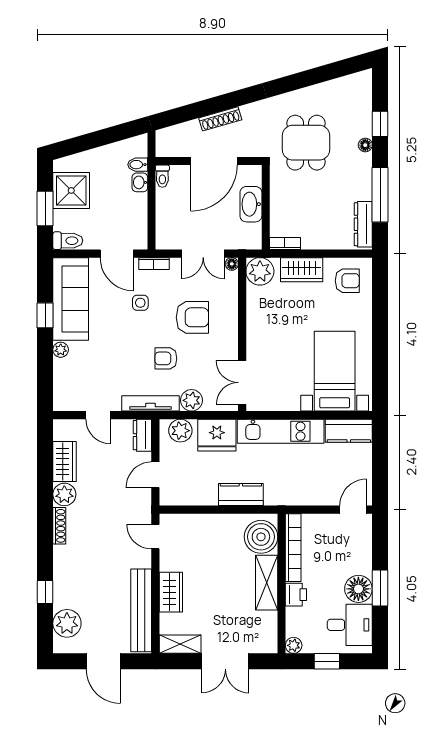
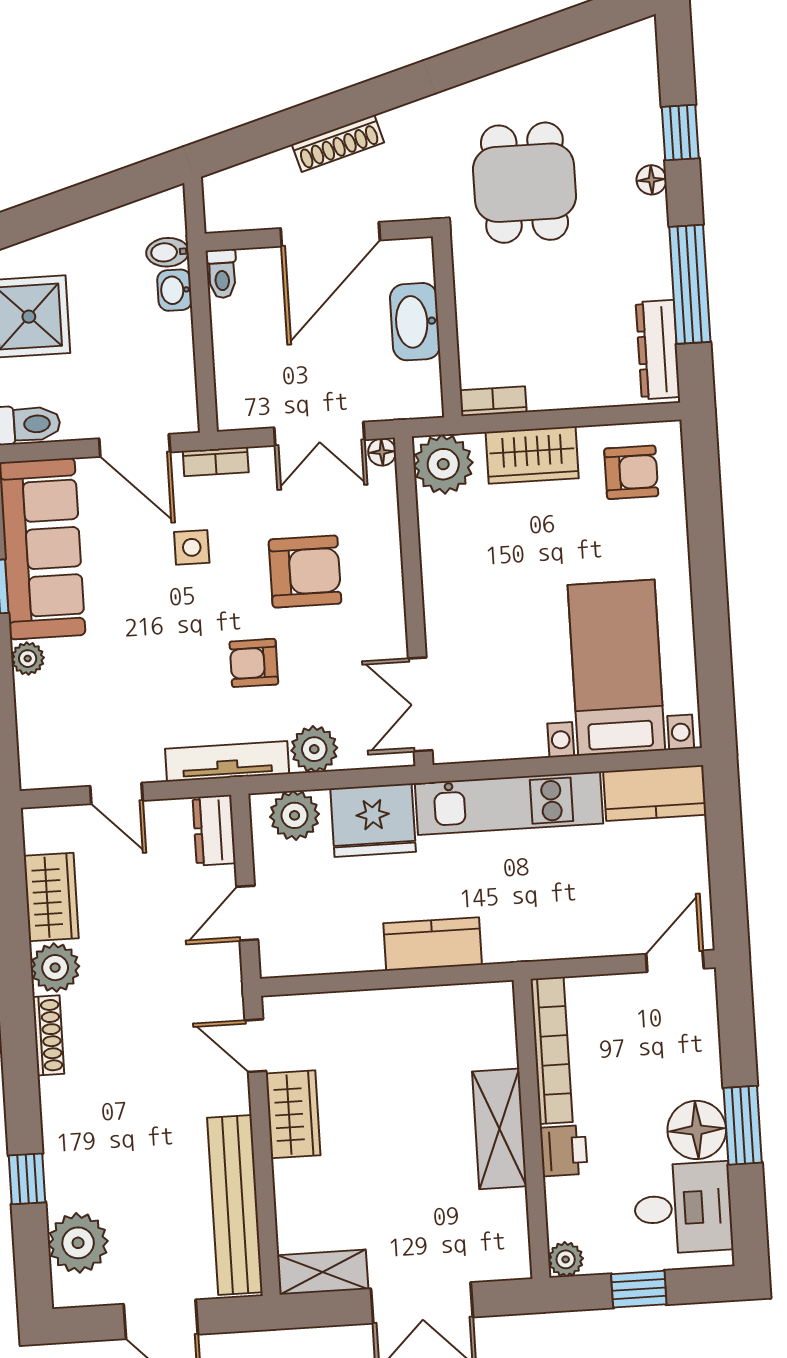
boiler: (261, 537) -> (481, 1032), removed
wardrobe: (171, 592) -> (293, 1114), moved

